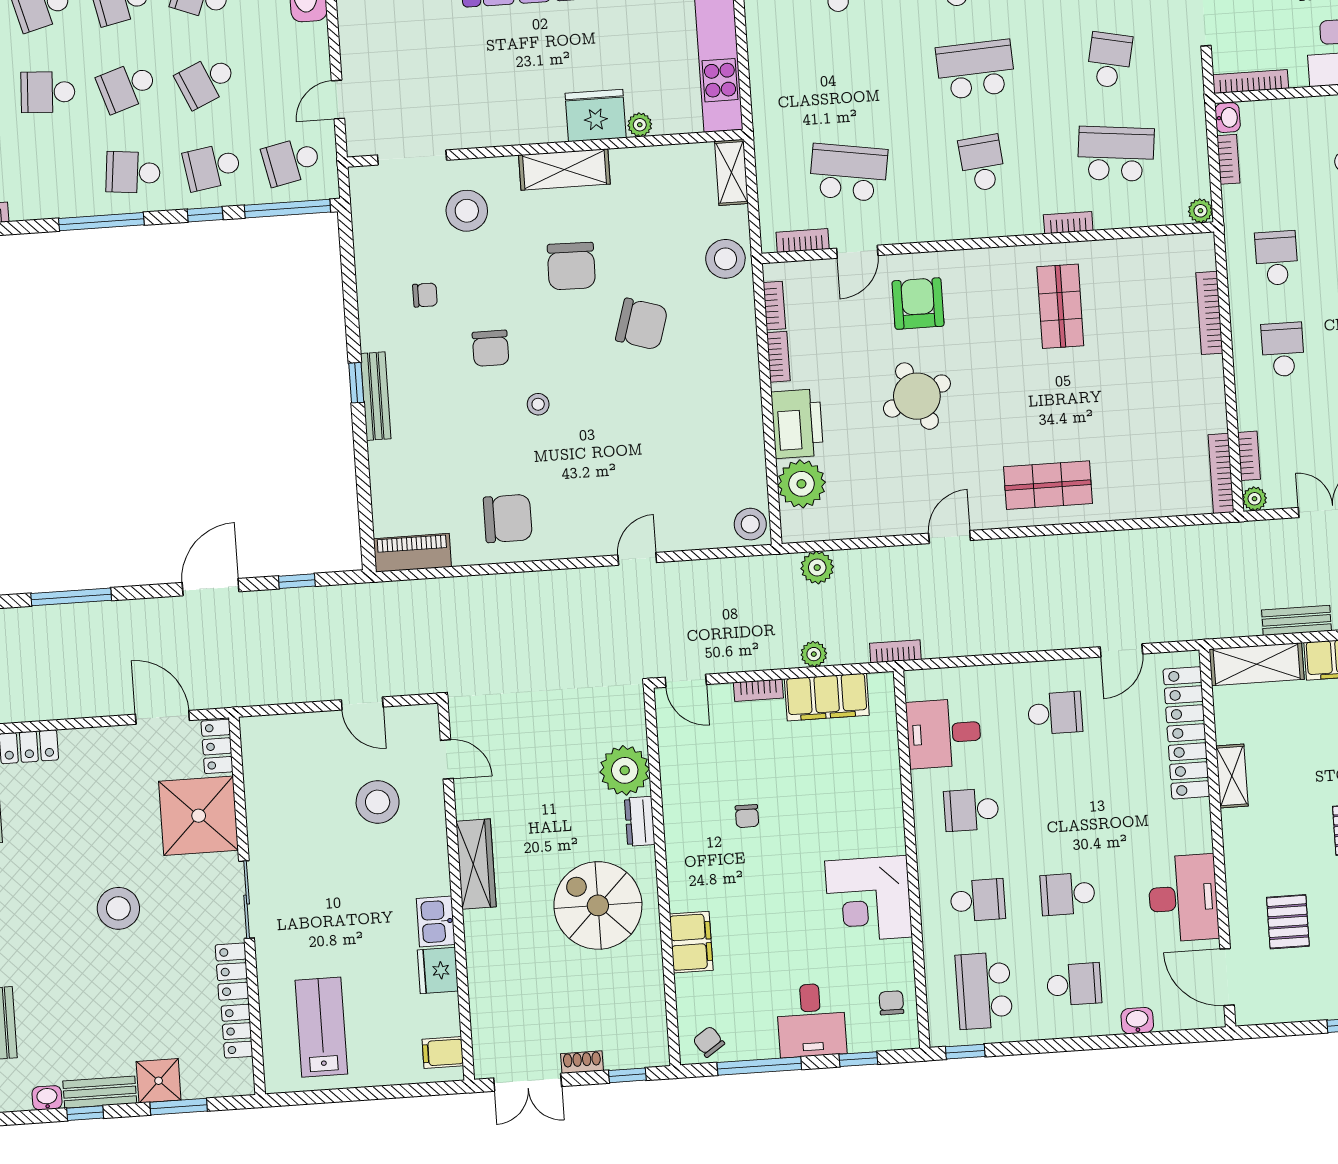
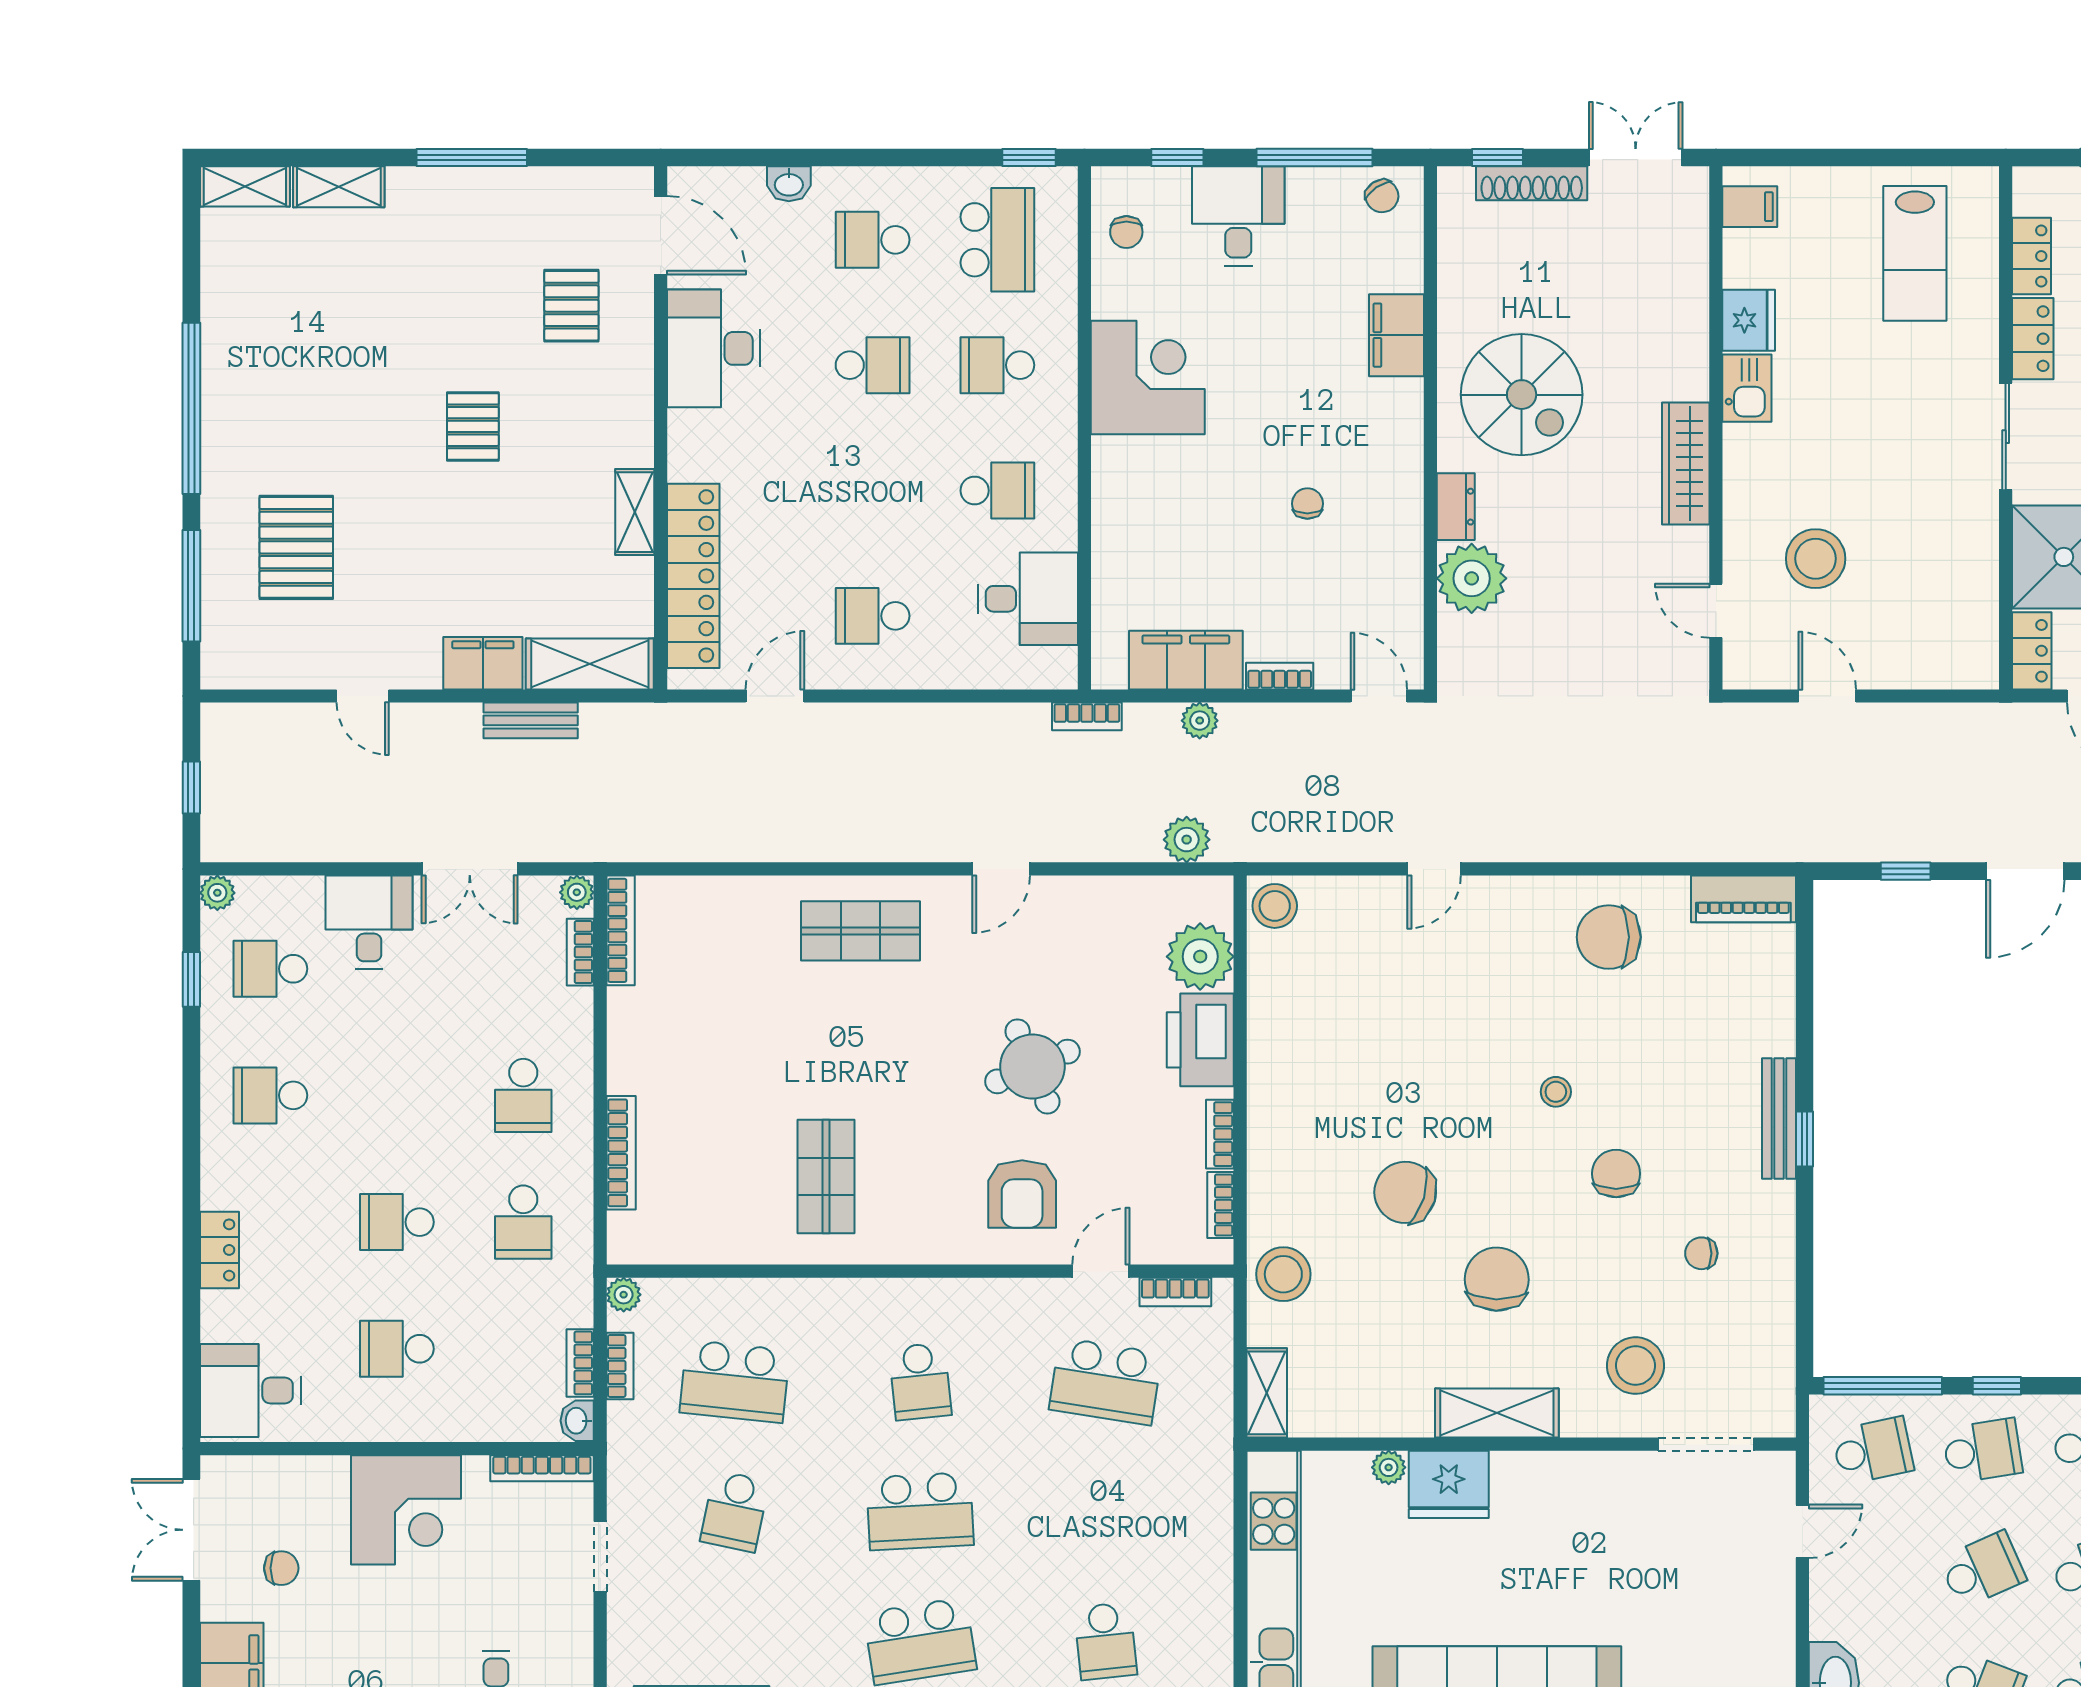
bookcase: (1068, 223) -> (620, 1366), moved, turned -90
shoe rack: (582, 1062) -> (1532, 183), width x1.94, depth x1.24

